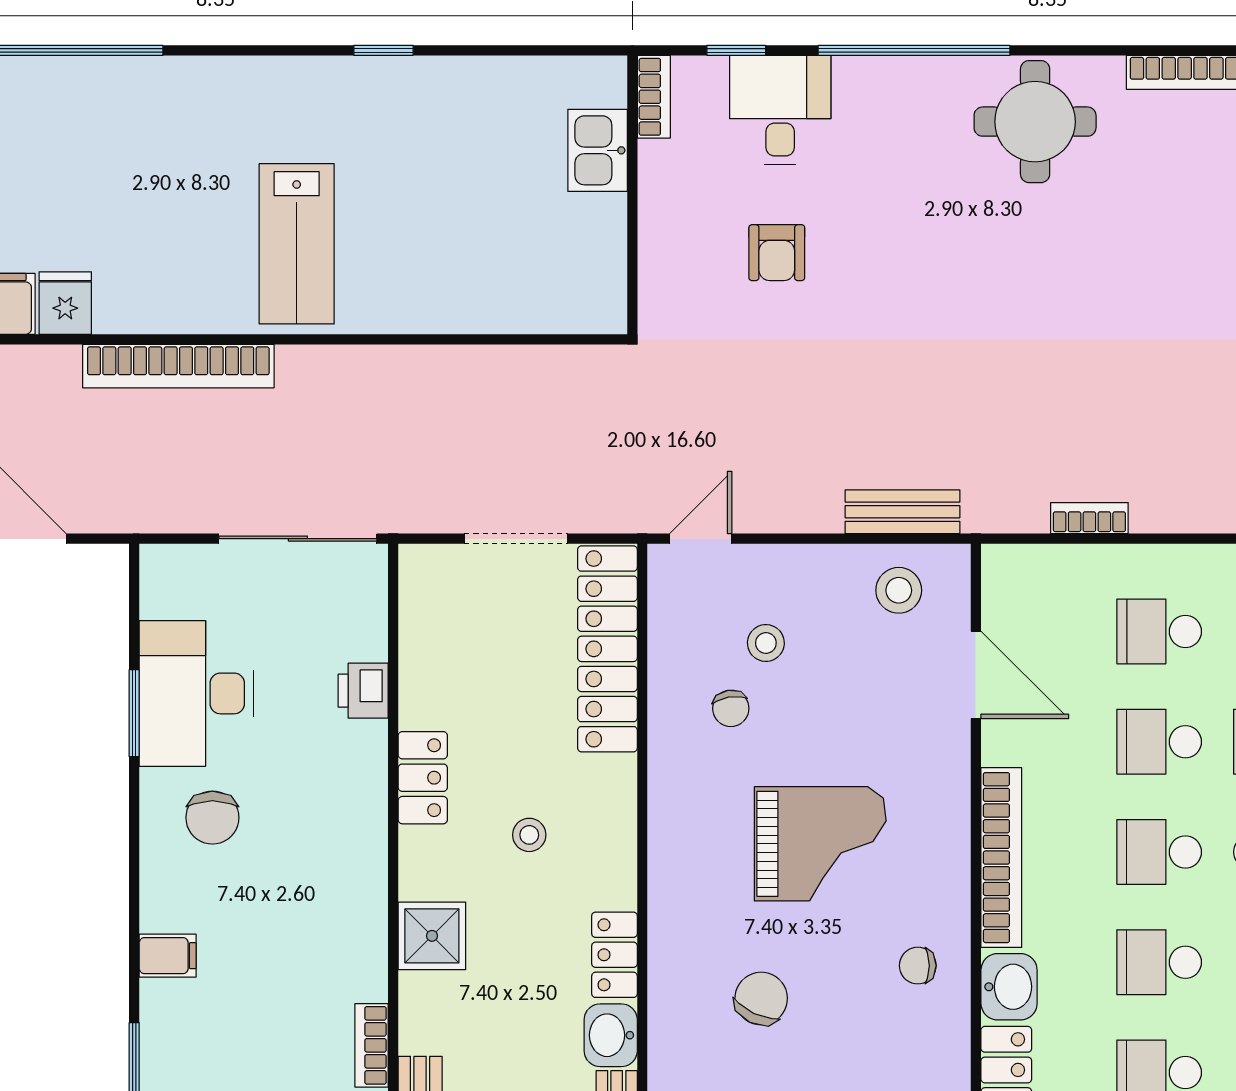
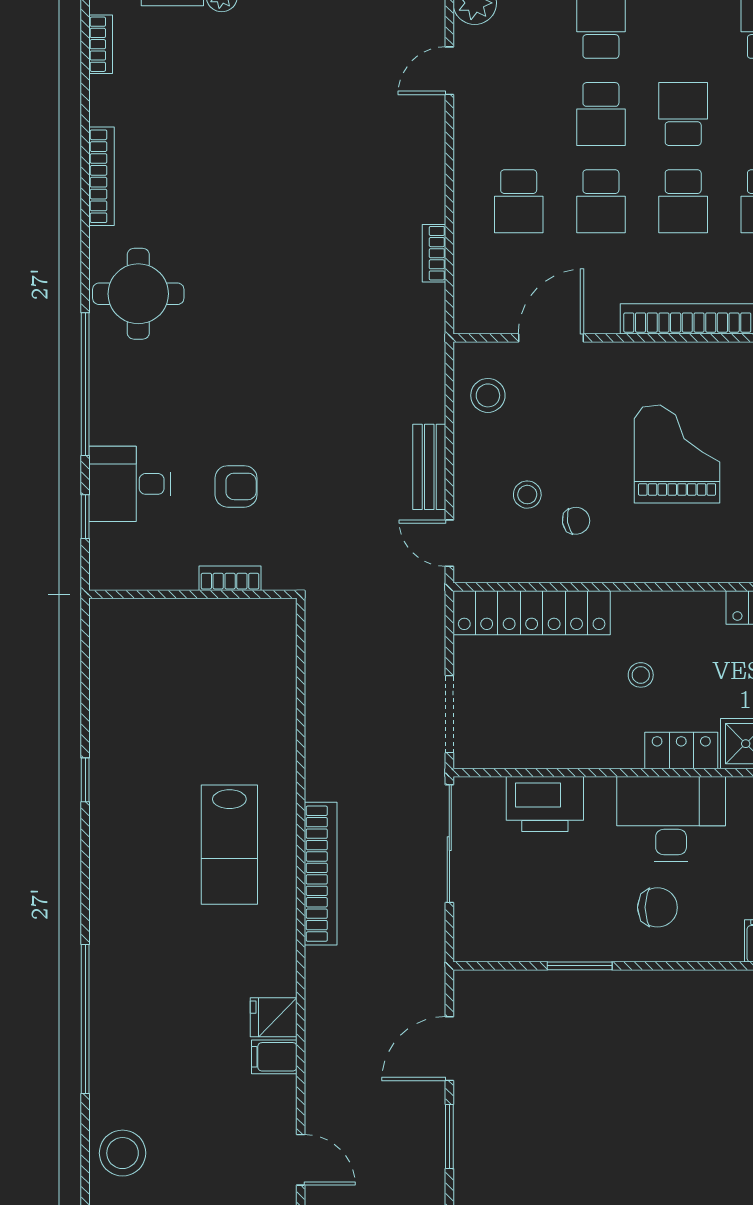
bookcase: (654, 97) -> (230, 578), moved
kitchen sink: (598, 150) -> (160, 620), removed
lab bench: (297, 244) -> (229, 845), turned 90
bookcase: (178, 366) -> (321, 874), moved
bench: (903, 512) -> (429, 467), moved
doorway: (516, 539) -> (449, 714), moved
printer: (363, 691) -> (545, 804), width x1.87, depth x1.48
desk: (196, 693) -> (671, 819), moved, turned 180
locker: (423, 778) -> (681, 751), moved
stool: (529, 835) -> (641, 675), moved

